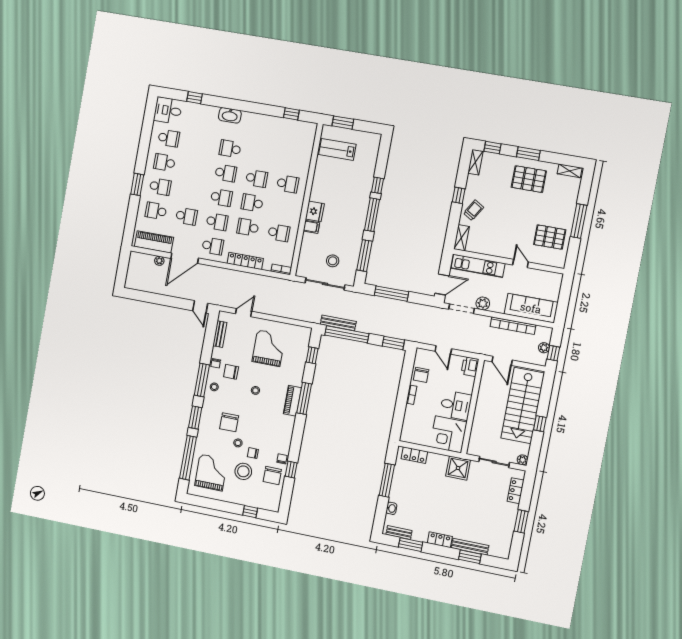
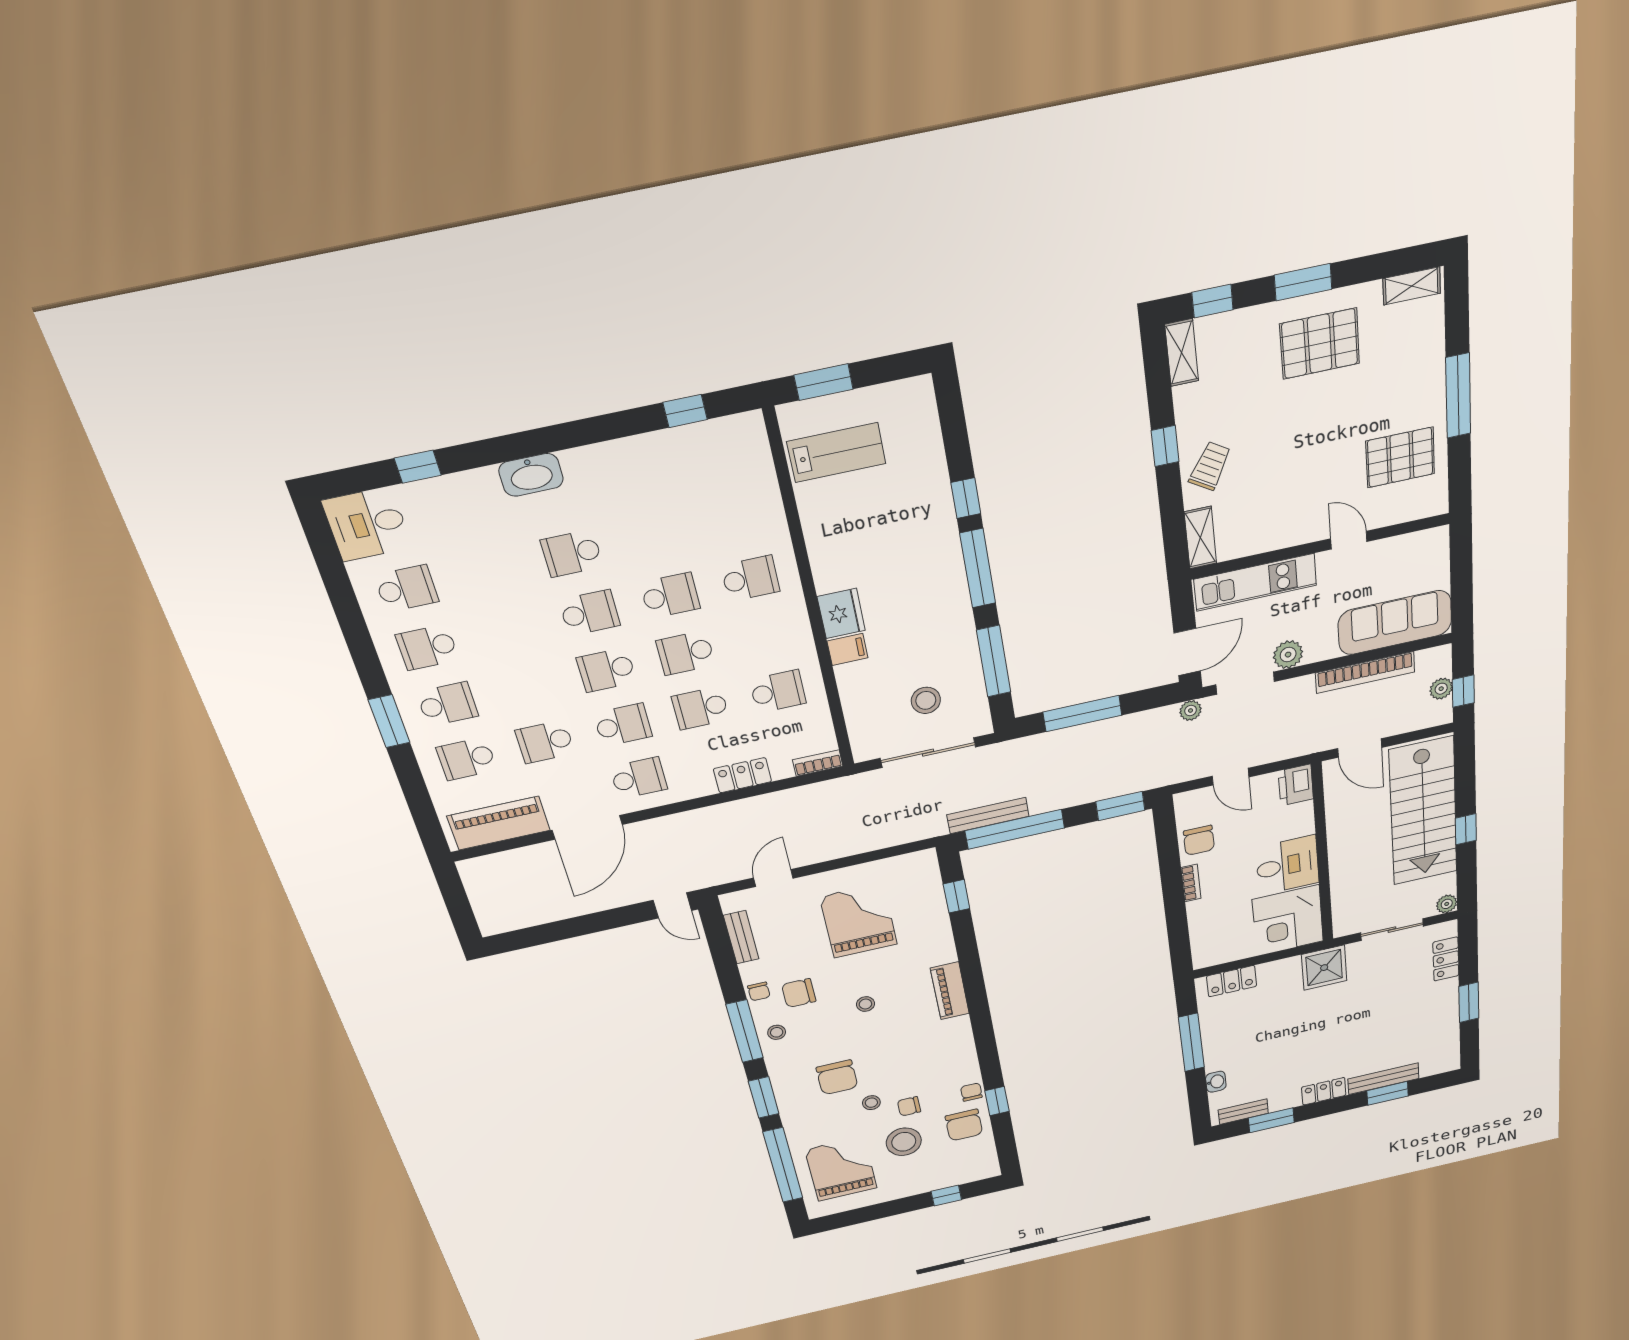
lab bench: (337, 149) -> (836, 453), turned 180
school desk: (221, 197) -> (607, 670), turned 180
school desk: (186, 216) -> (545, 742), turned 180
plant: (159, 261) -> (1191, 710), moved
locker: (245, 261) -> (742, 775), width x0.66
window: (304, 398) -> (973, 977), removed

